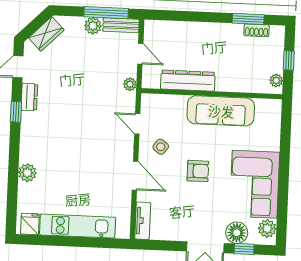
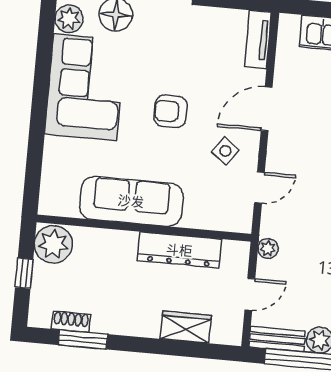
wardrobe: (181, 30) -> (186, 327), added
door: (140, 54) -> (250, 294), swing flipped
plant: (276, 81) -> (53, 244), width x1.87, depth x1.87
door: (137, 124) -> (259, 187), hinge flipped
door: (135, 176) -> (267, 109), hinge flipped

